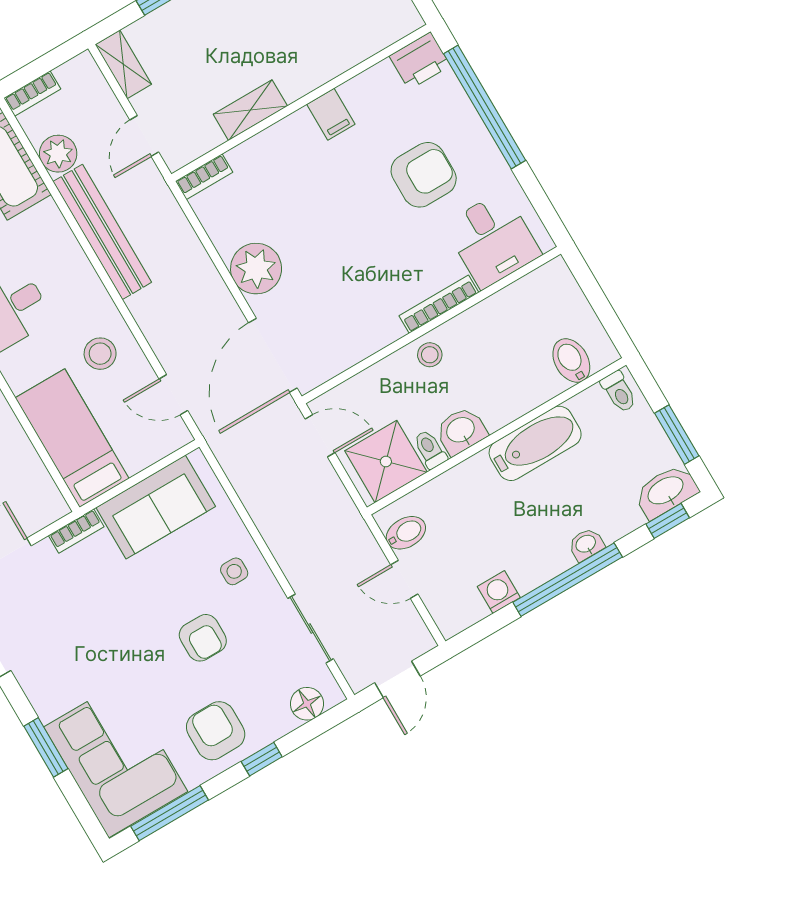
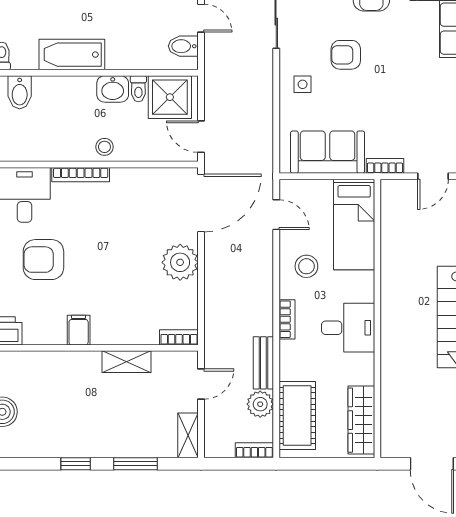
bench: (102, 232) -> (263, 363), width x0.54, depth x0.82
bookcase: (86, 276) -> (287, 319), added
armchair: (203, 638) -> (346, 55), turned -90

